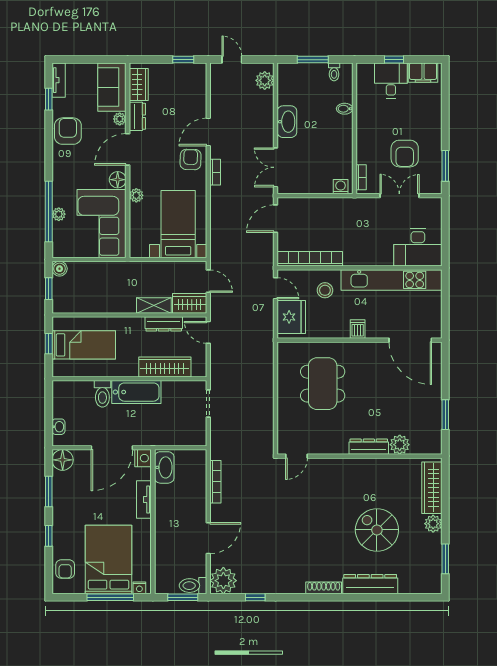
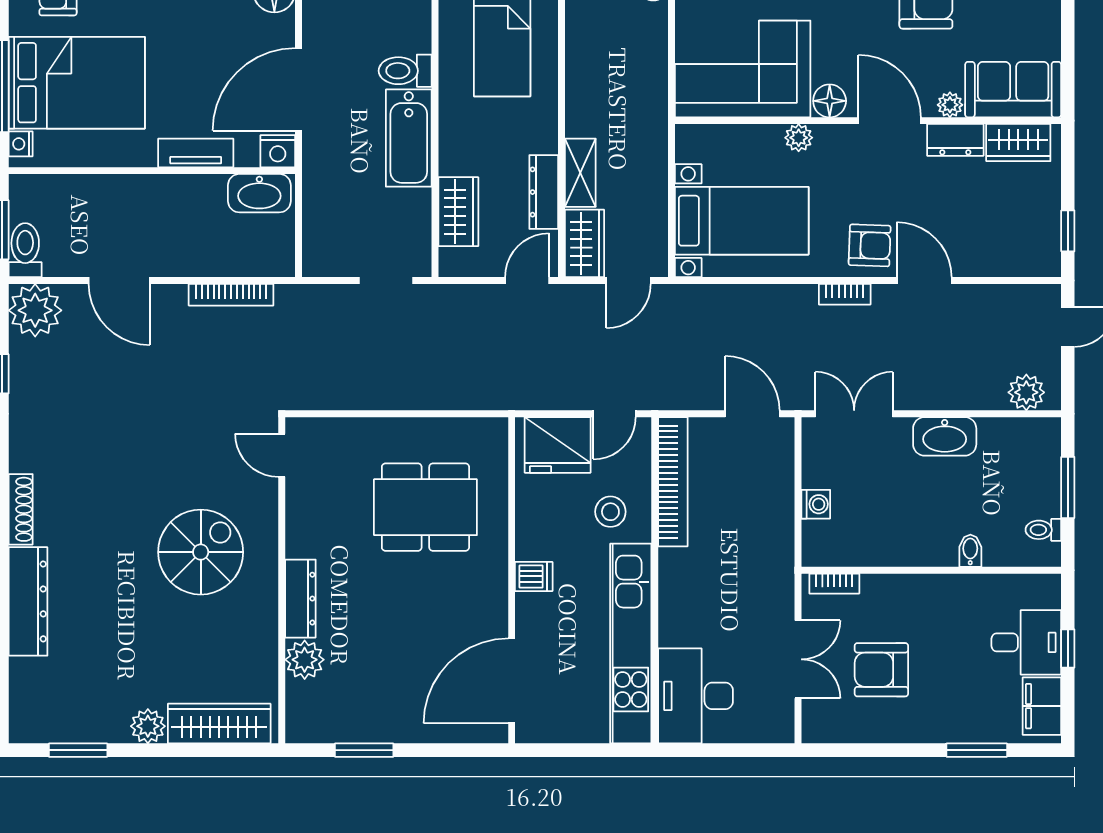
window: (445, 166) -> (977, 750), moved
washing machine: (341, 187) -> (816, 504), moved
wardrobe: (165, 367) -> (458, 212), width x0.67
door: (112, 448) -> (298, 89), hinge flipped
spiral stairs: (377, 530) -> (201, 552), moved

